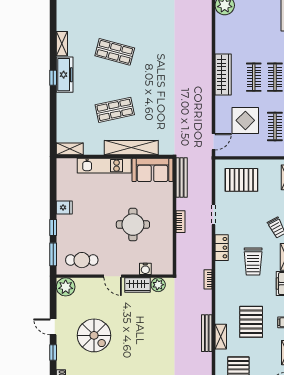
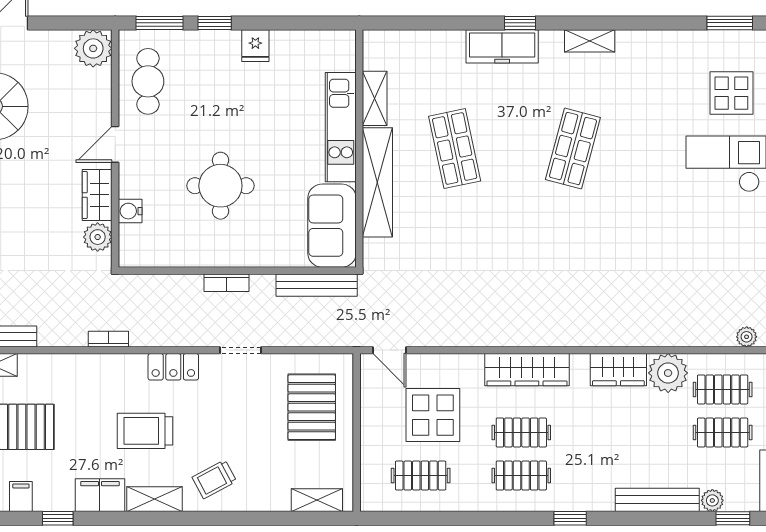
wardrobe: (223, 30) -> (618, 370), added
freezer: (65, 75) -> (502, 46), moved
shelving: (70, 149) -> (375, 98), moved

